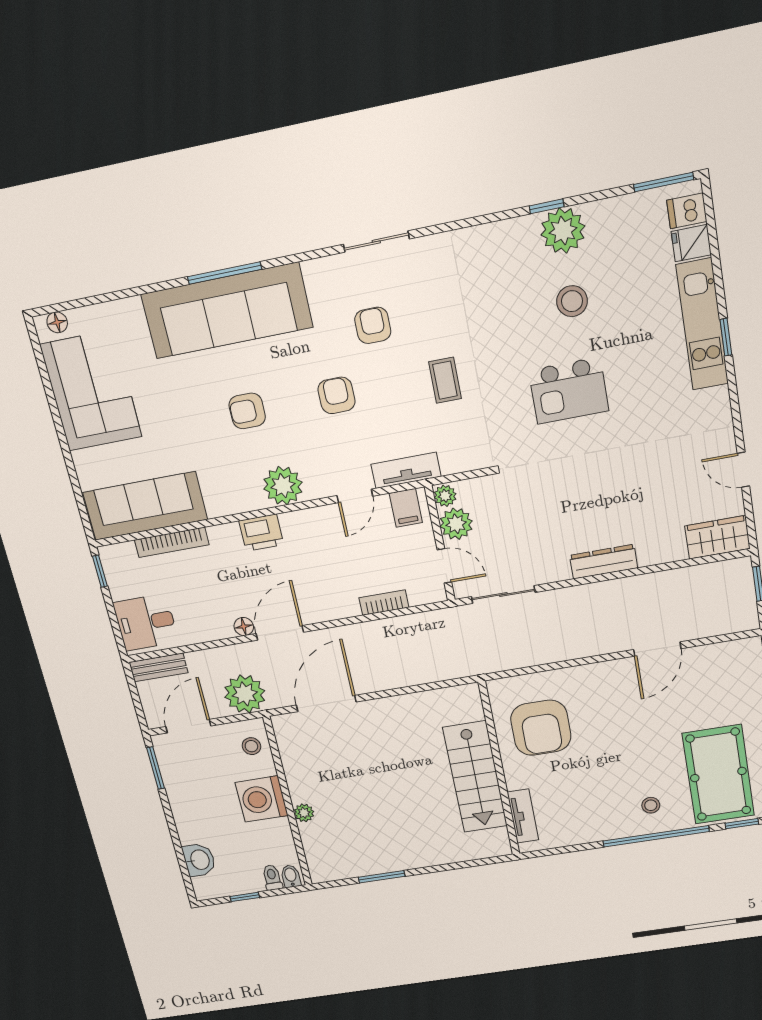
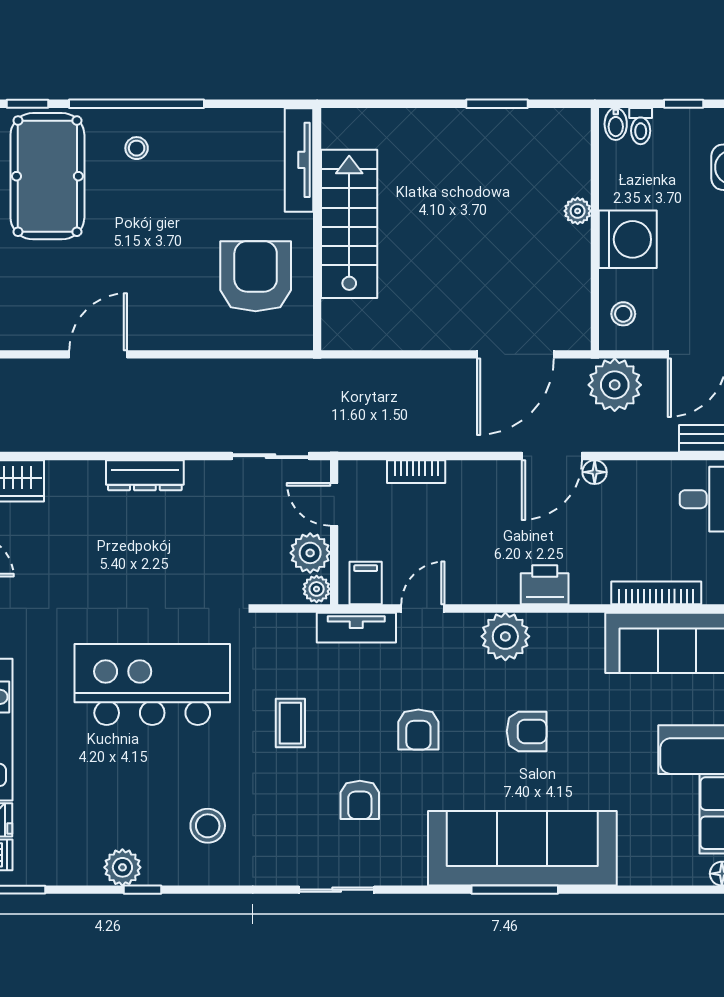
plant: (563, 231) -> (122, 867), width x0.73, depth x0.73
stool: (572, 301) -> (208, 826), moved
kitchen island: (569, 391) -> (152, 684), width x1.87, depth x1.28
tv unit: (523, 816) -> (299, 160), width x1.41

